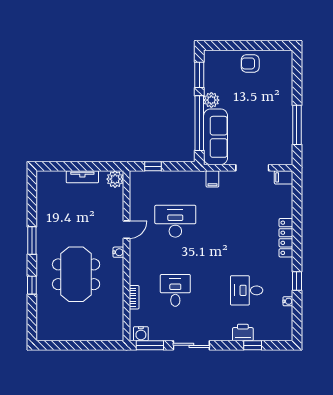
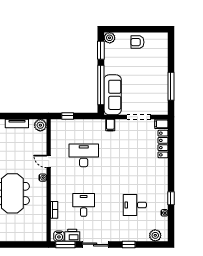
plant: (211, 100) -> (110, 38), moved
door: (127, 230) -> (49, 161), swing flipped
locker: (286, 238) -> (163, 144), moved
printer: (243, 333) -> (72, 235), moved
plant: (275, 333) -> (155, 235), added
window: (253, 345) -> (129, 244), moved

